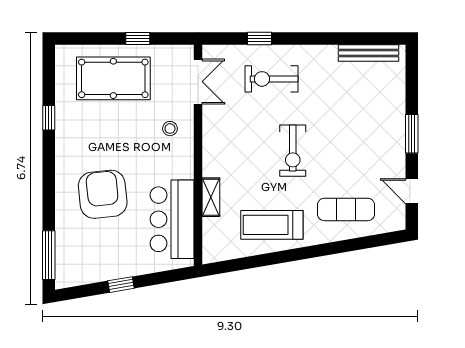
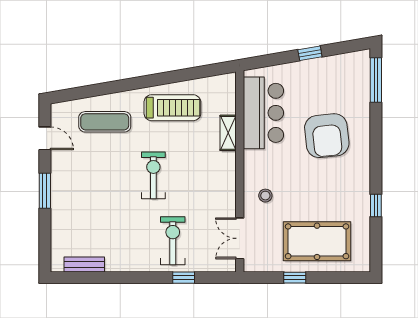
bench: (369, 53) -> (84, 265), width x0.73
exercise bike: (272, 79) -> (173, 241), turned -90

